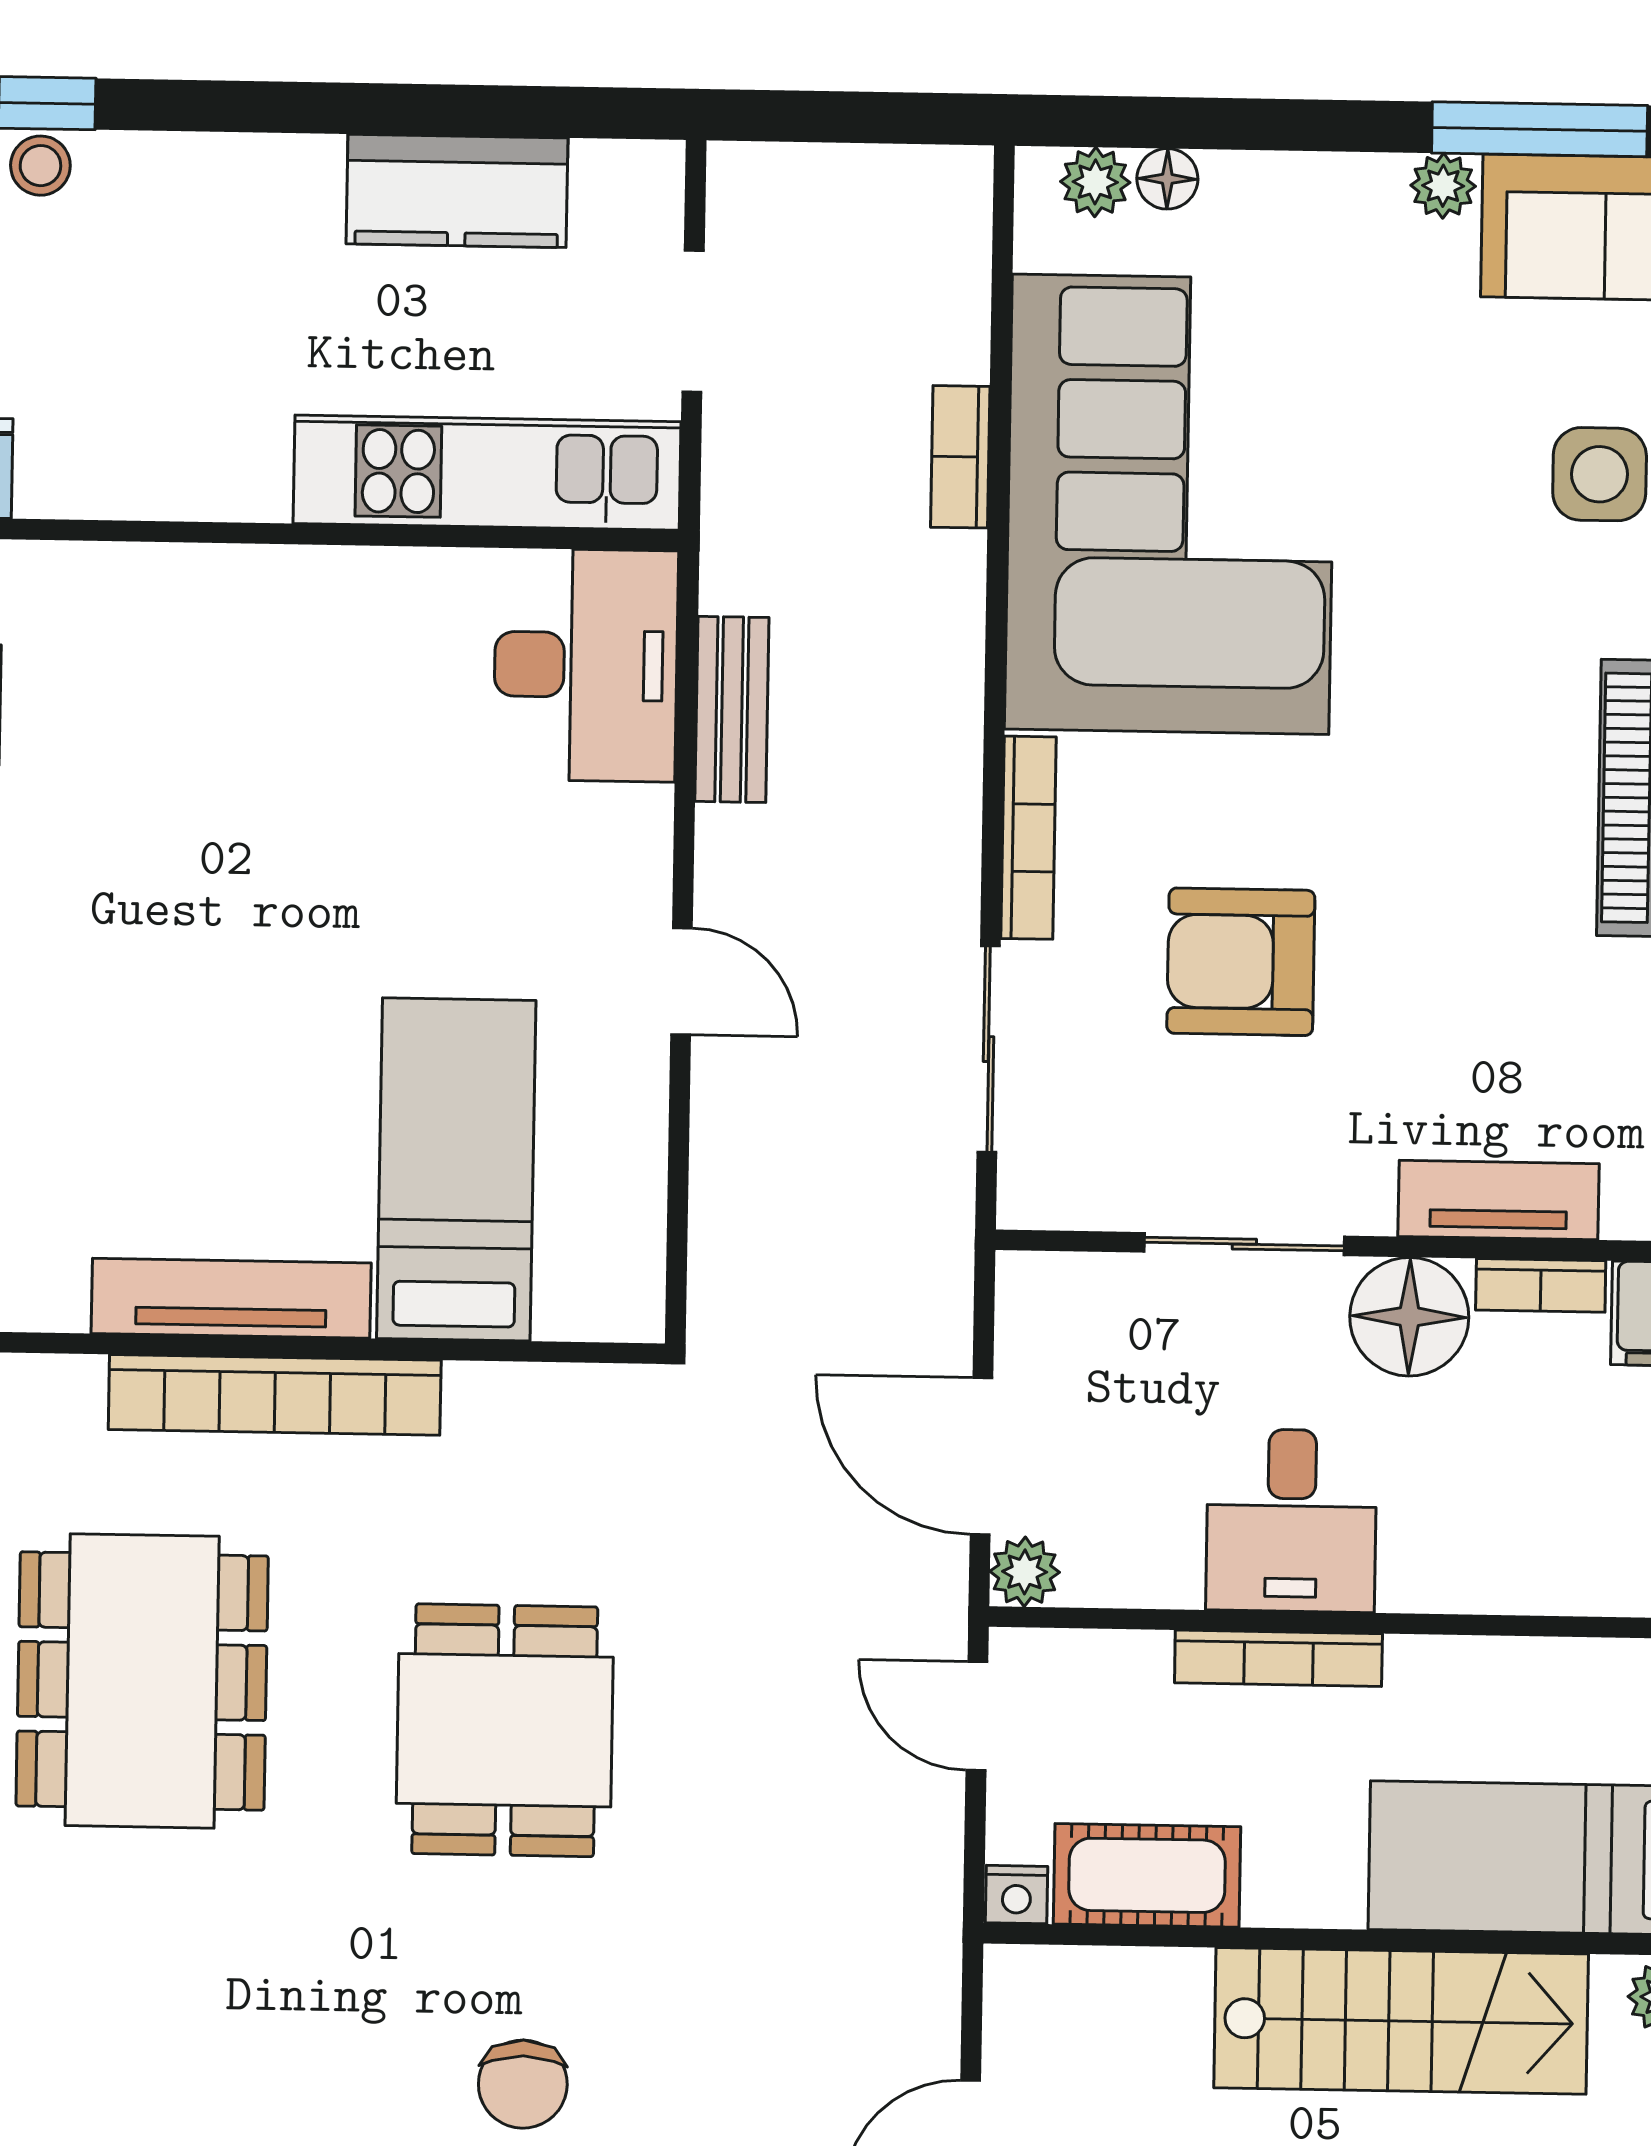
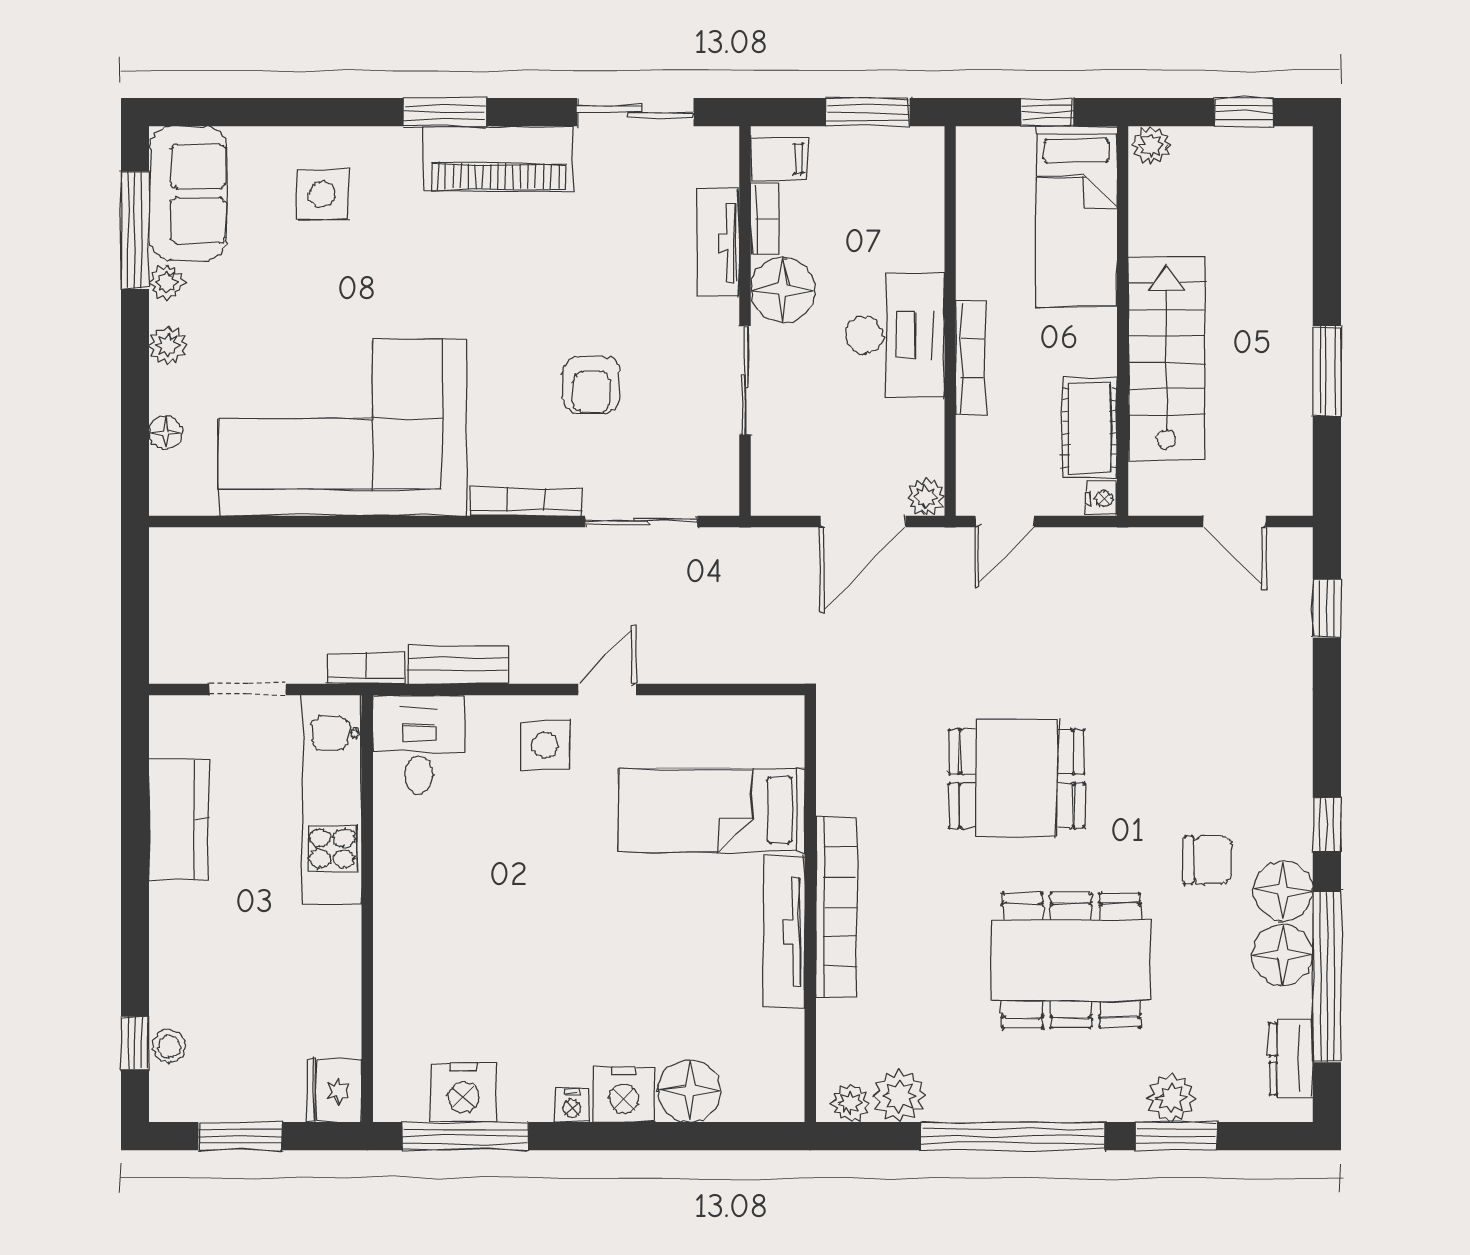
plant: (1095, 182) -> (168, 346), moved
bookcase: (960, 457) -> (366, 668), moved, turned 180
desk: (586, 665) -> (419, 745), width x0.73
side table: (581, 865) -> (545, 745), added
armchair: (1241, 962) -> (591, 385), width x0.72, depth x0.72
desk: (1291, 1520) -> (895, 335), width x1.37
dining table: (142, 1681) -> (1071, 960), moved
stairs: (1401, 2021) -> (1166, 359), moved
chair: (523, 2084) -> (1208, 860), moved

